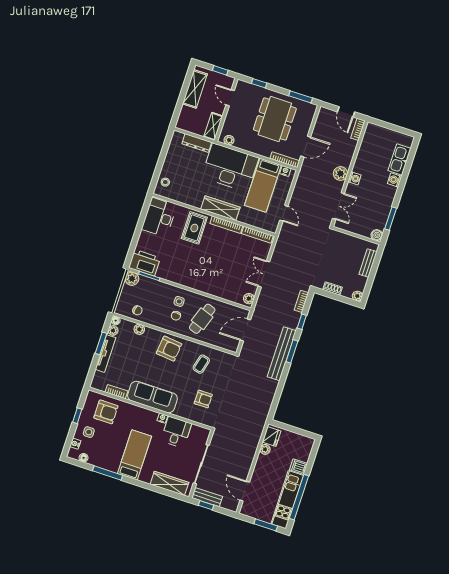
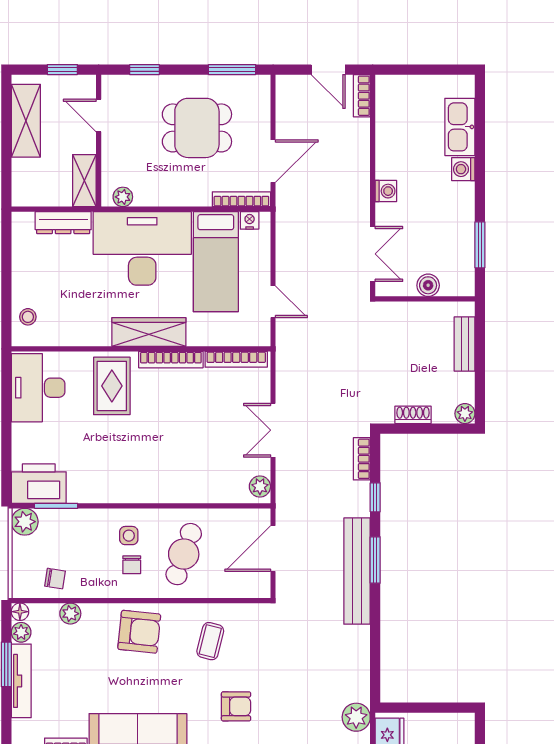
dining table: (275, 119) -> (197, 128), width x0.73
plant: (340, 174) -> (356, 717), moved
boiler: (377, 235) -> (428, 285), moved

